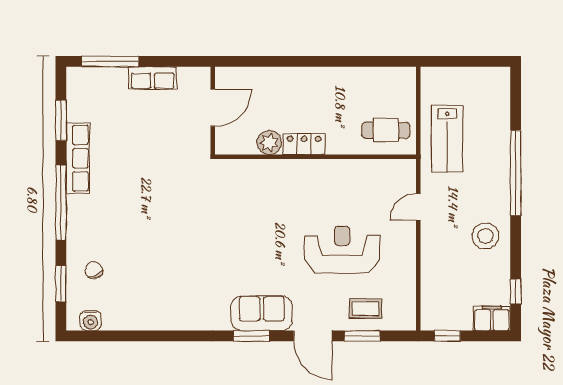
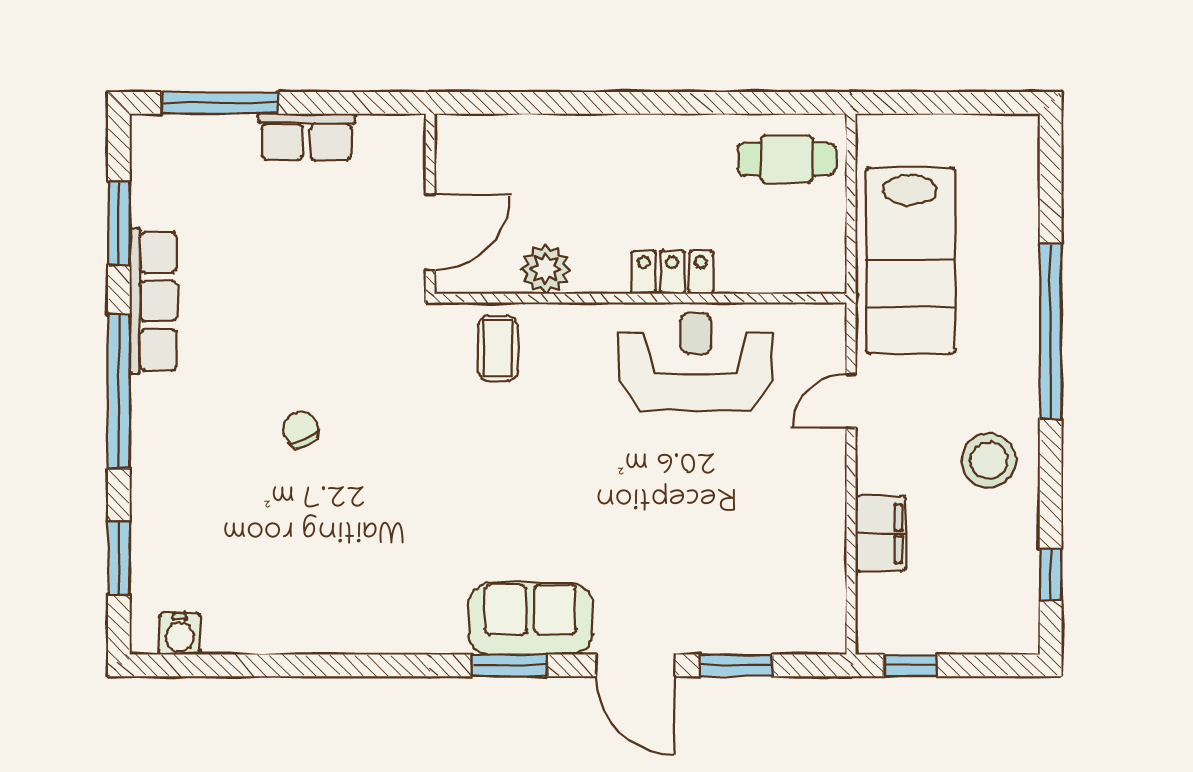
door: (213, 108) -> (430, 233), moved
cafe table: (386, 130) -> (787, 159), moved
lab bench: (447, 139) -> (910, 261), width x1.36, depth x1.39
locker: (304, 144) -> (672, 272), moved
reception desk: (342, 250) -> (696, 362), moved
chair: (94, 270) -> (301, 429), moved
coffee table: (366, 309) -> (498, 348), moved, turned 90
filing cabinet: (492, 318) -> (881, 534), moved, turned 90

